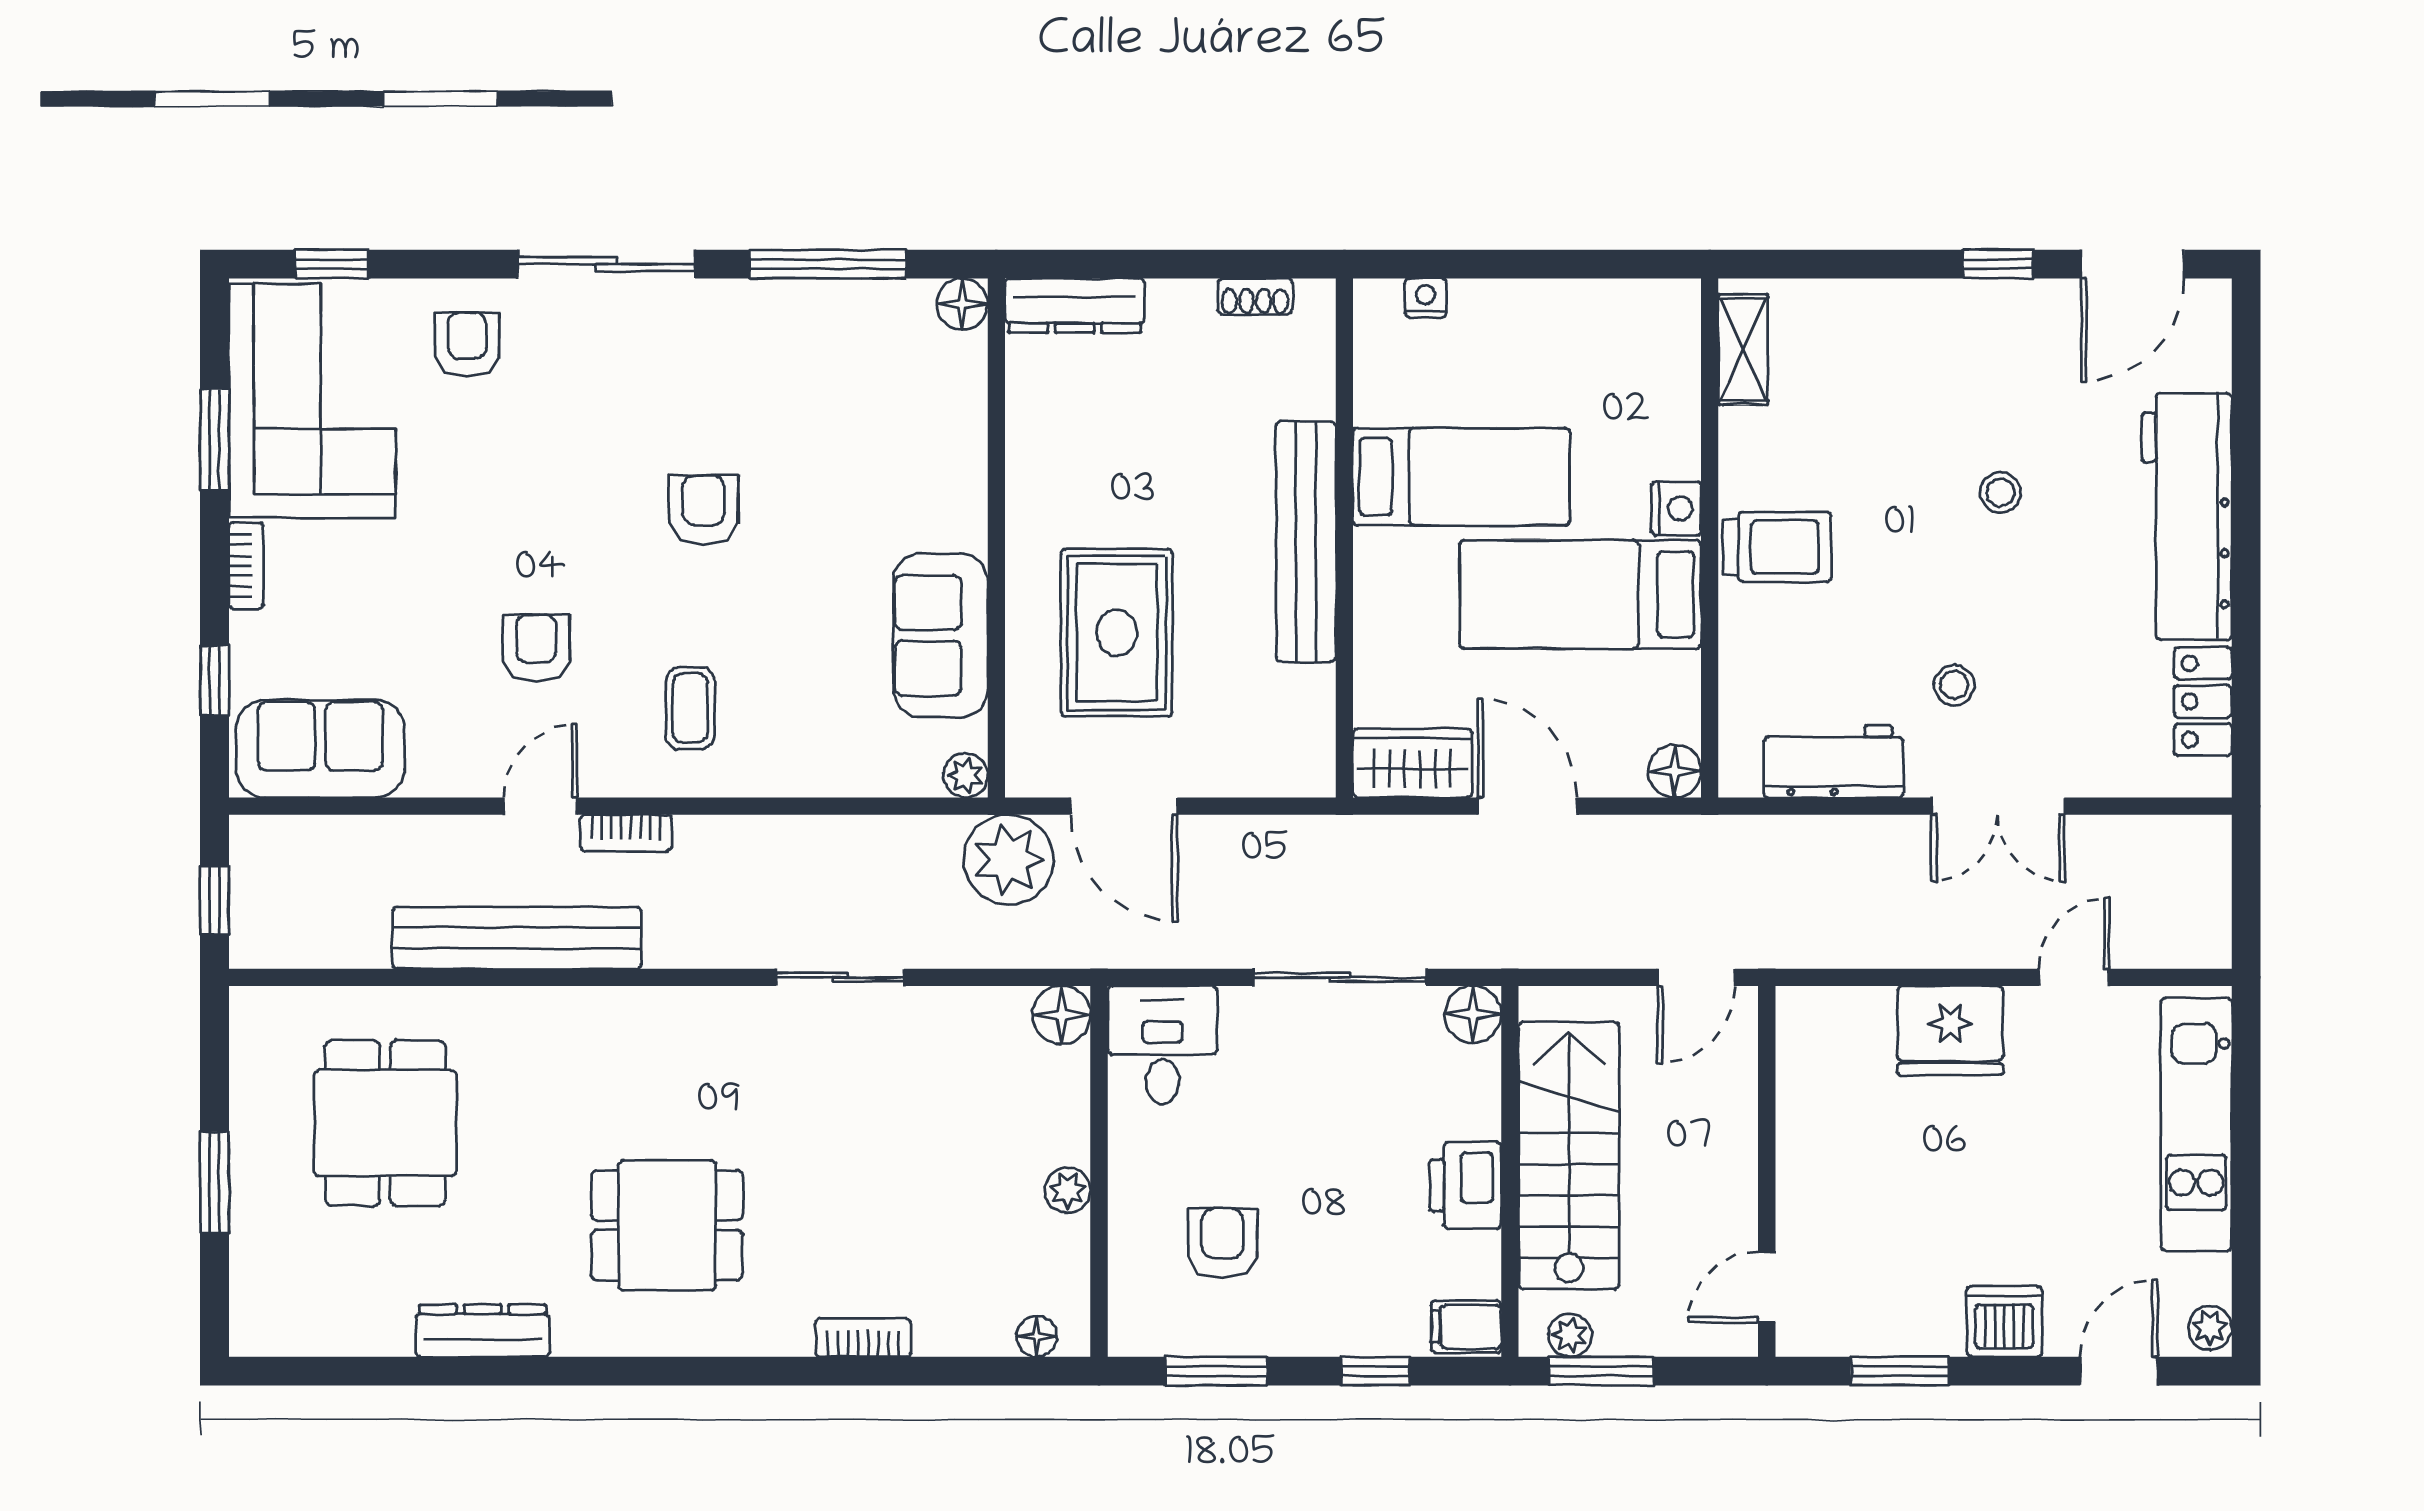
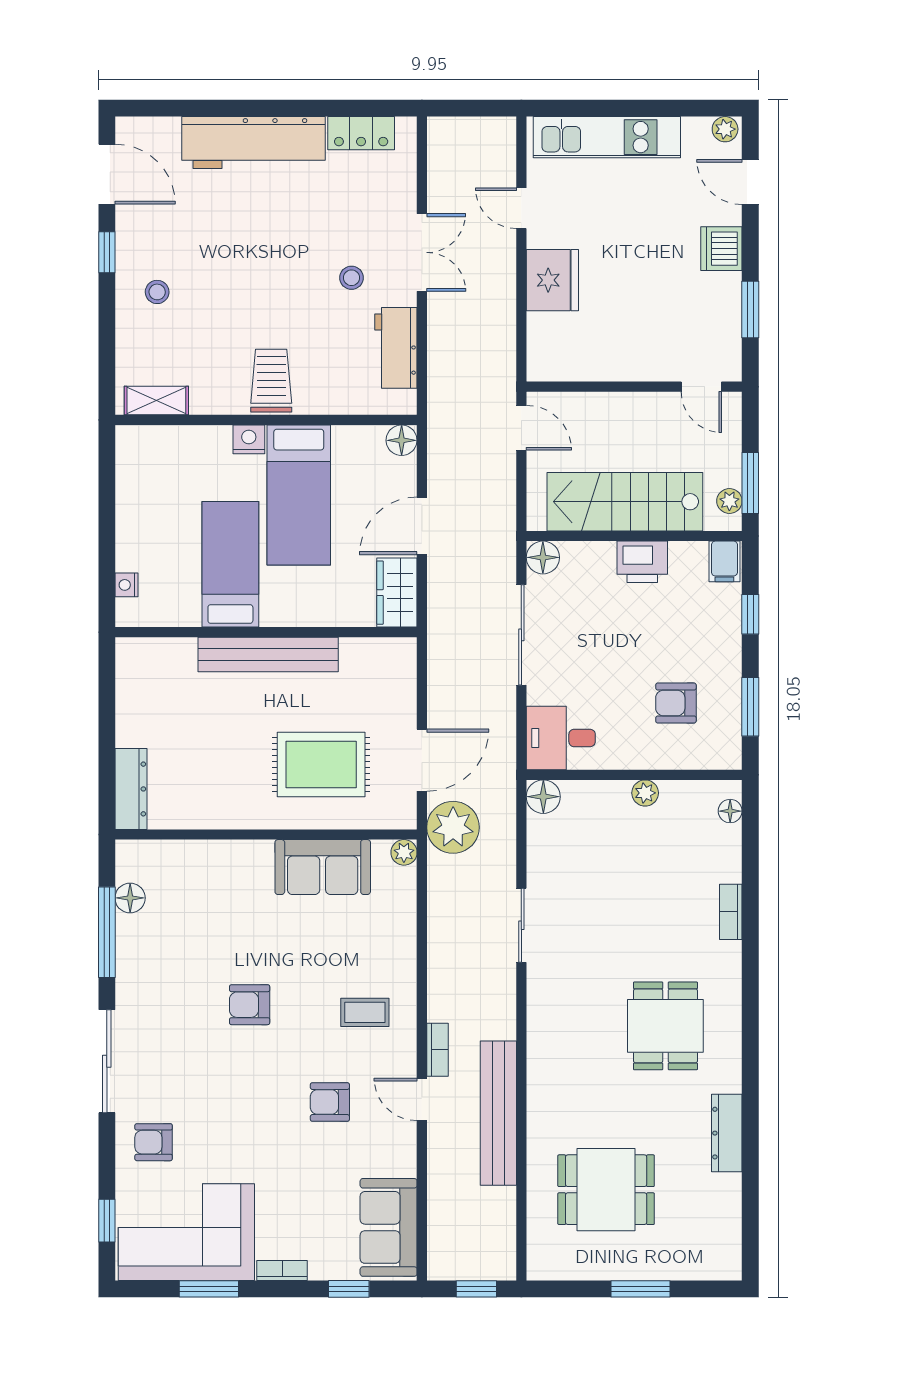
shoe rack: (1255, 296) -> (126, 684), removed
floor lamp: (962, 304) -> (130, 898), moved
stool: (2000, 492) -> (157, 292), moved

